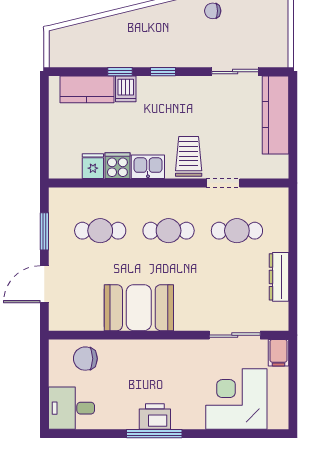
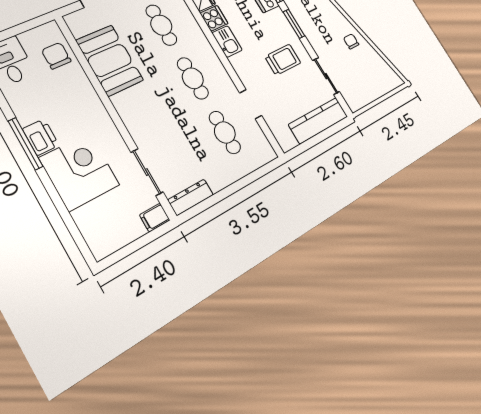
window: (163, 72) -> (294, 24), width x1.50
trolley: (189, 156) -> (283, 60), moved
dresser: (279, 277) -> (191, 197), moved
booth: (139, 308) -> (110, 60), moved
corner desk: (236, 399) -> (79, 171), moved

